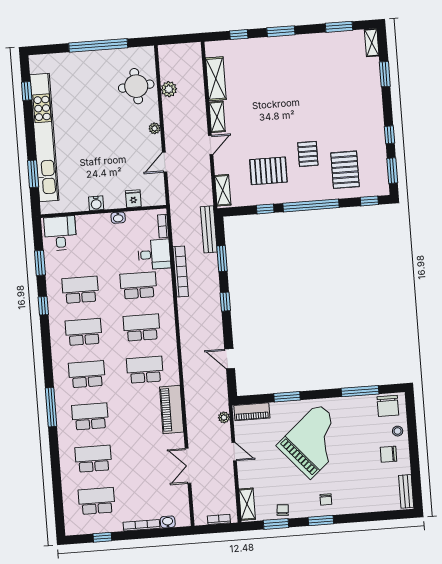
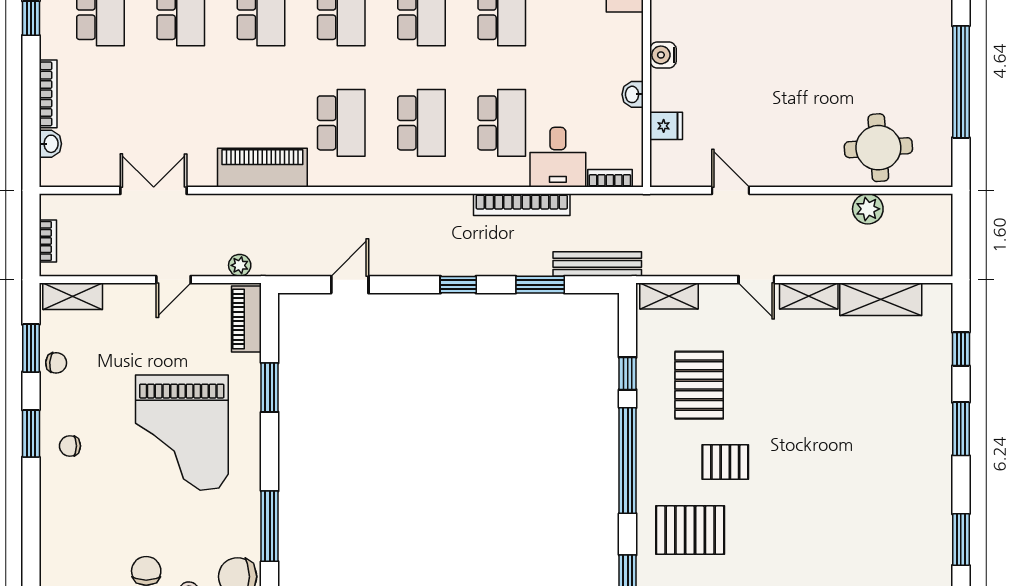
plant: (155, 128) -> (796, 176), removed
grand piano: (314, 441) -> (182, 433), turned 41

